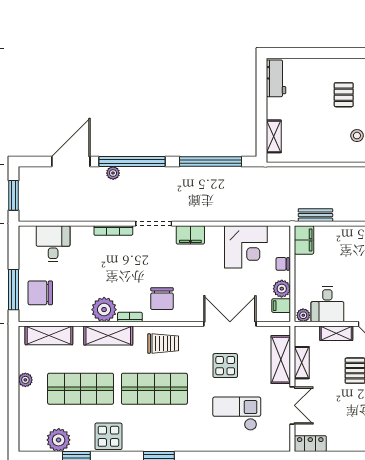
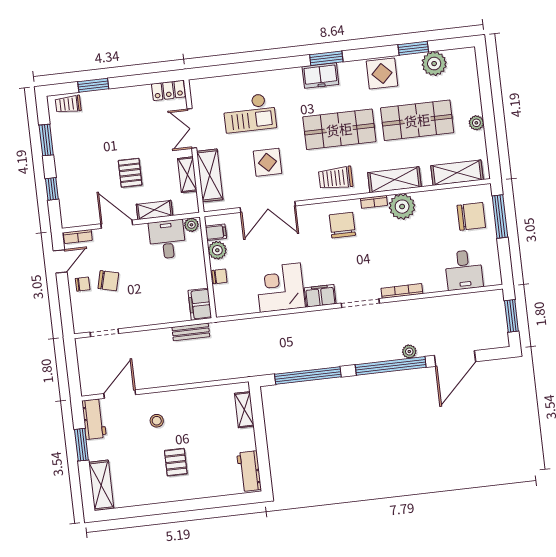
corner desk: (246, 247) -> (280, 288), moved
freezer: (166, 441) -> (320, 75), added

